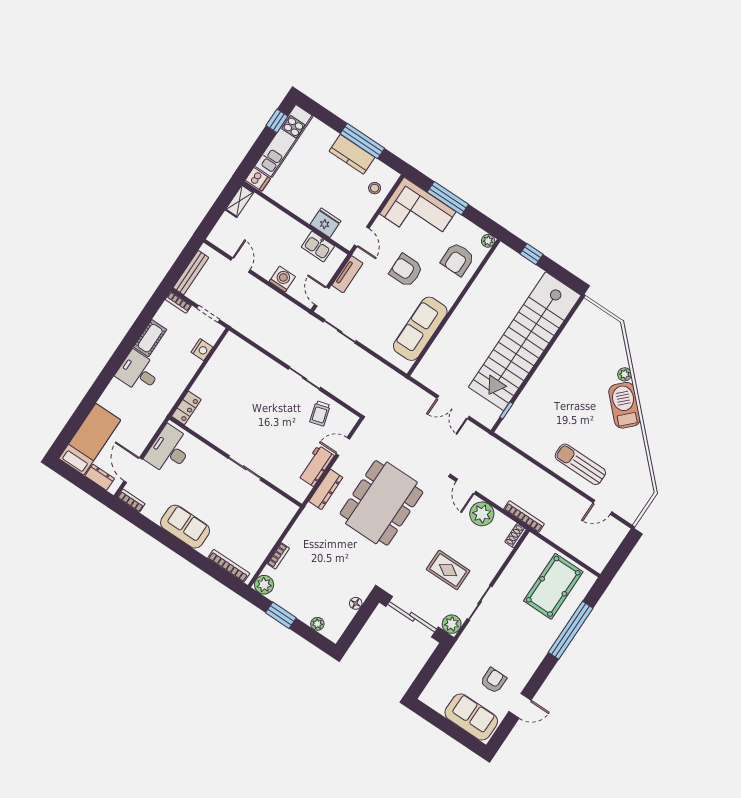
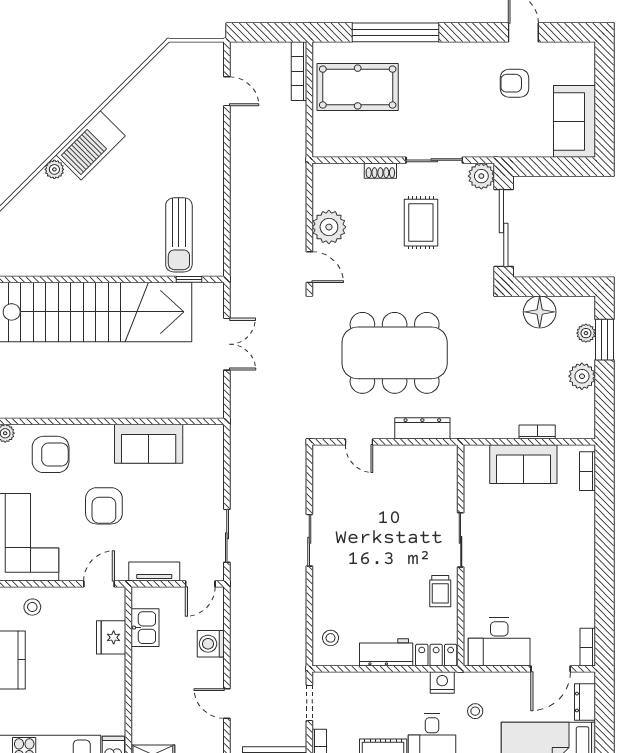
door: (241, 265) -> (227, 703), hinge flipped
sofa: (420, 329) -> (149, 444), width x0.73
nightstand: (202, 350) -> (442, 682), moved
stool: (238, 352) -> (331, 638), added
stool: (138, 409) -> (475, 711), added
trolley: (320, 413) -> (440, 591), moved, turned 106
sun lounger: (580, 464) -> (179, 235), moved
workbench: (316, 466) -> (386, 652), moved, turned 180
door: (466, 486) -> (309, 267), hinge flipped
bookcase: (524, 517) -> (299, 71), moved
sofa: (185, 527) -> (523, 464), moved, turned -90
shoe rack: (516, 536) -> (380, 171), moved
bookcase: (229, 566) -> (587, 471), width x0.64
plant: (264, 585) -> (582, 376), moved
floor lamp: (356, 603) -> (540, 312), width x1.89, depth x1.89
window: (281, 615) -> (604, 340), moved
sofa: (471, 717) -> (574, 121), moved

